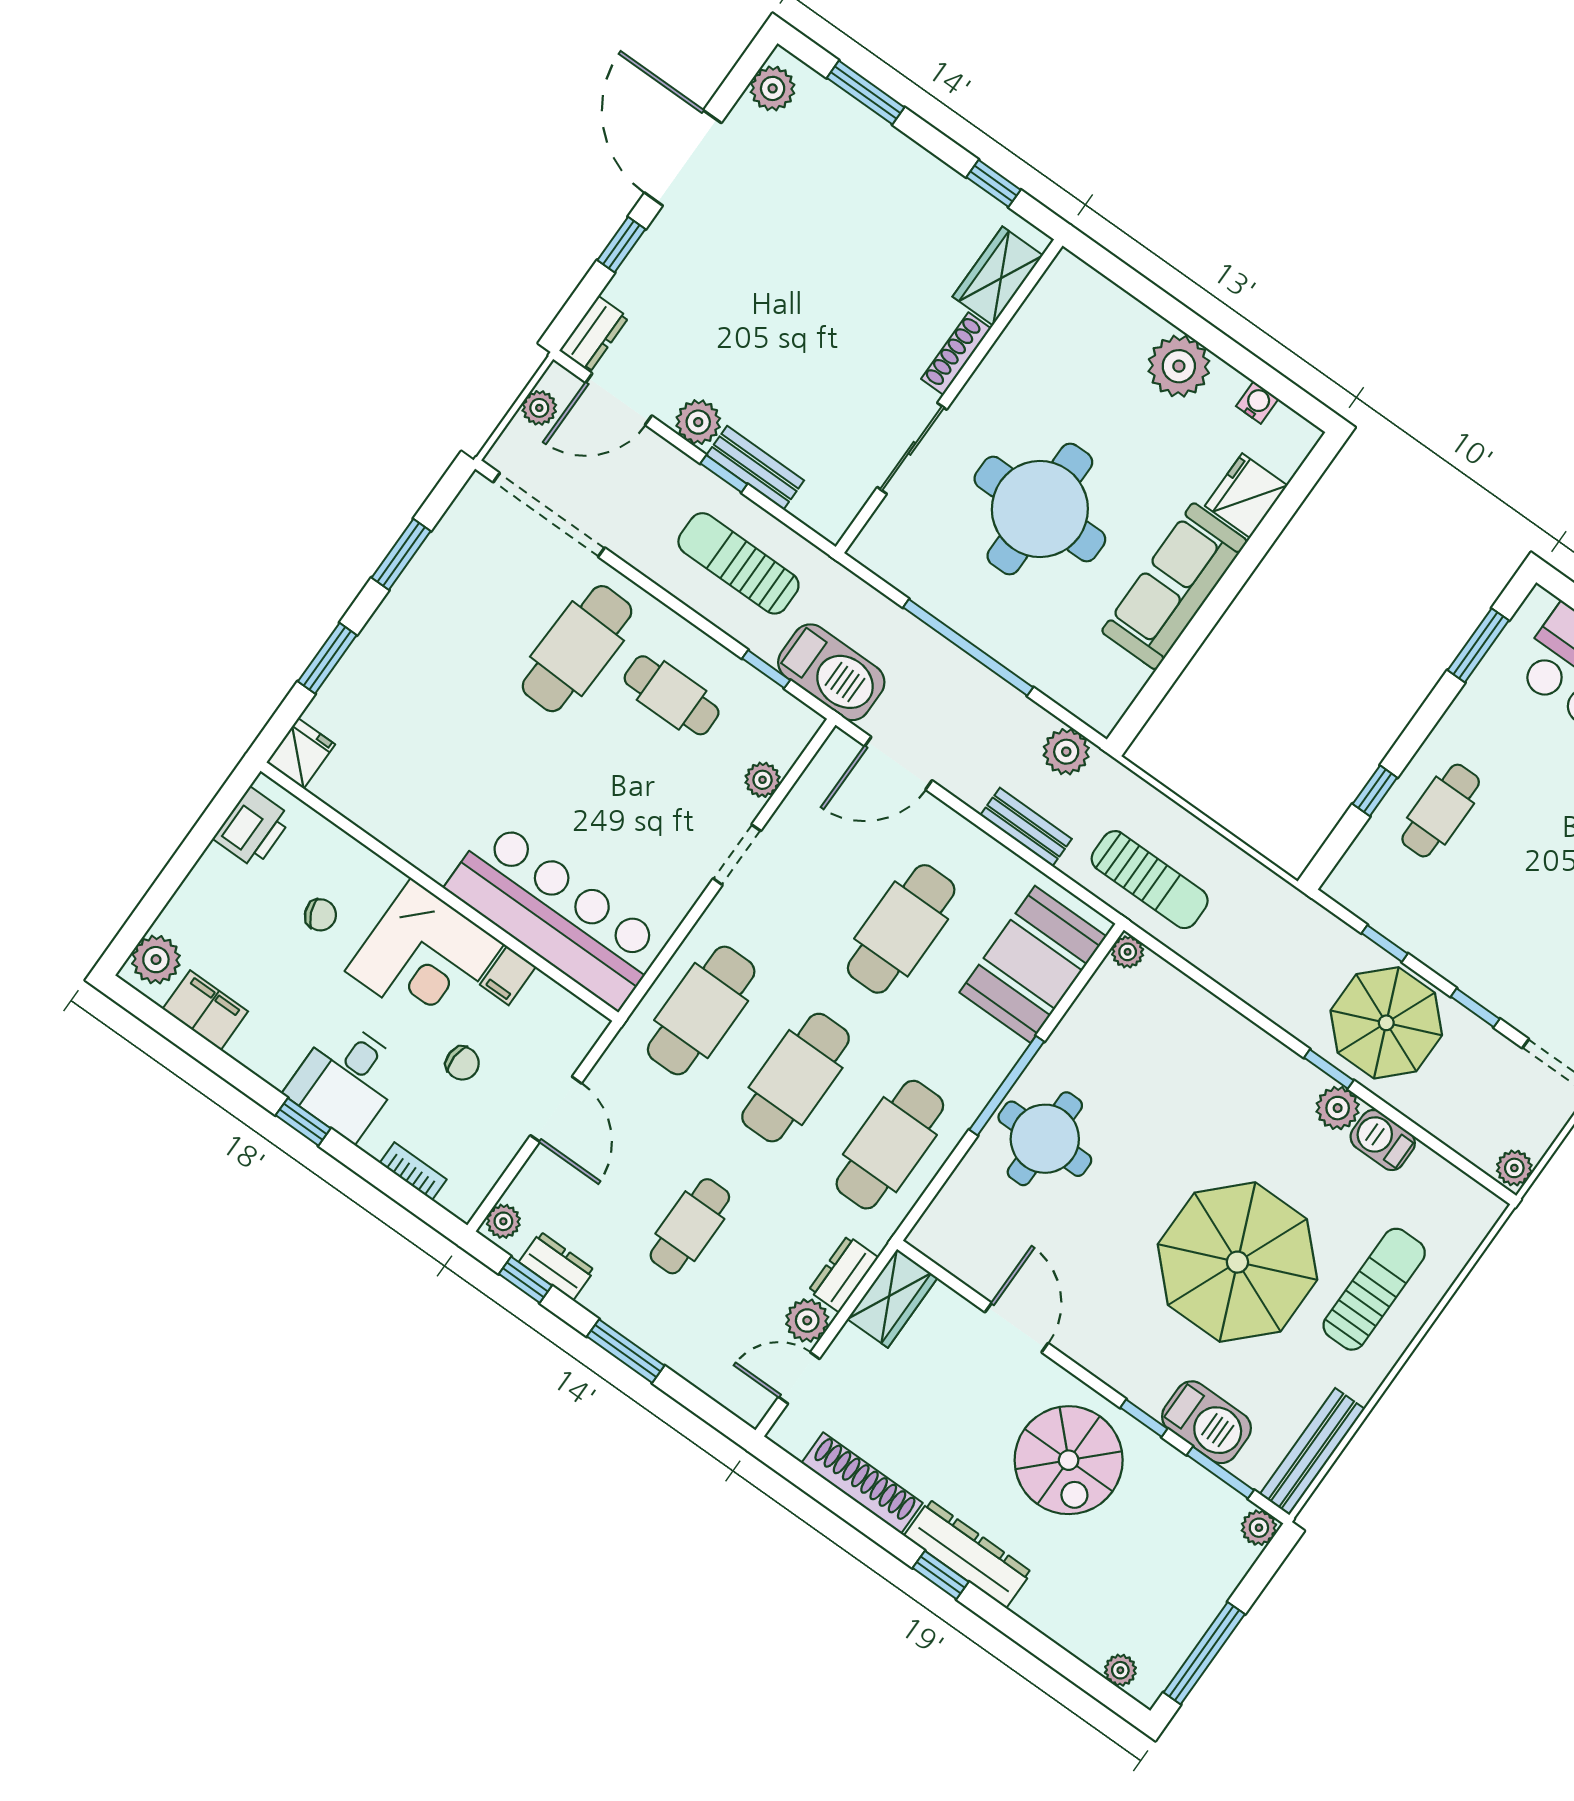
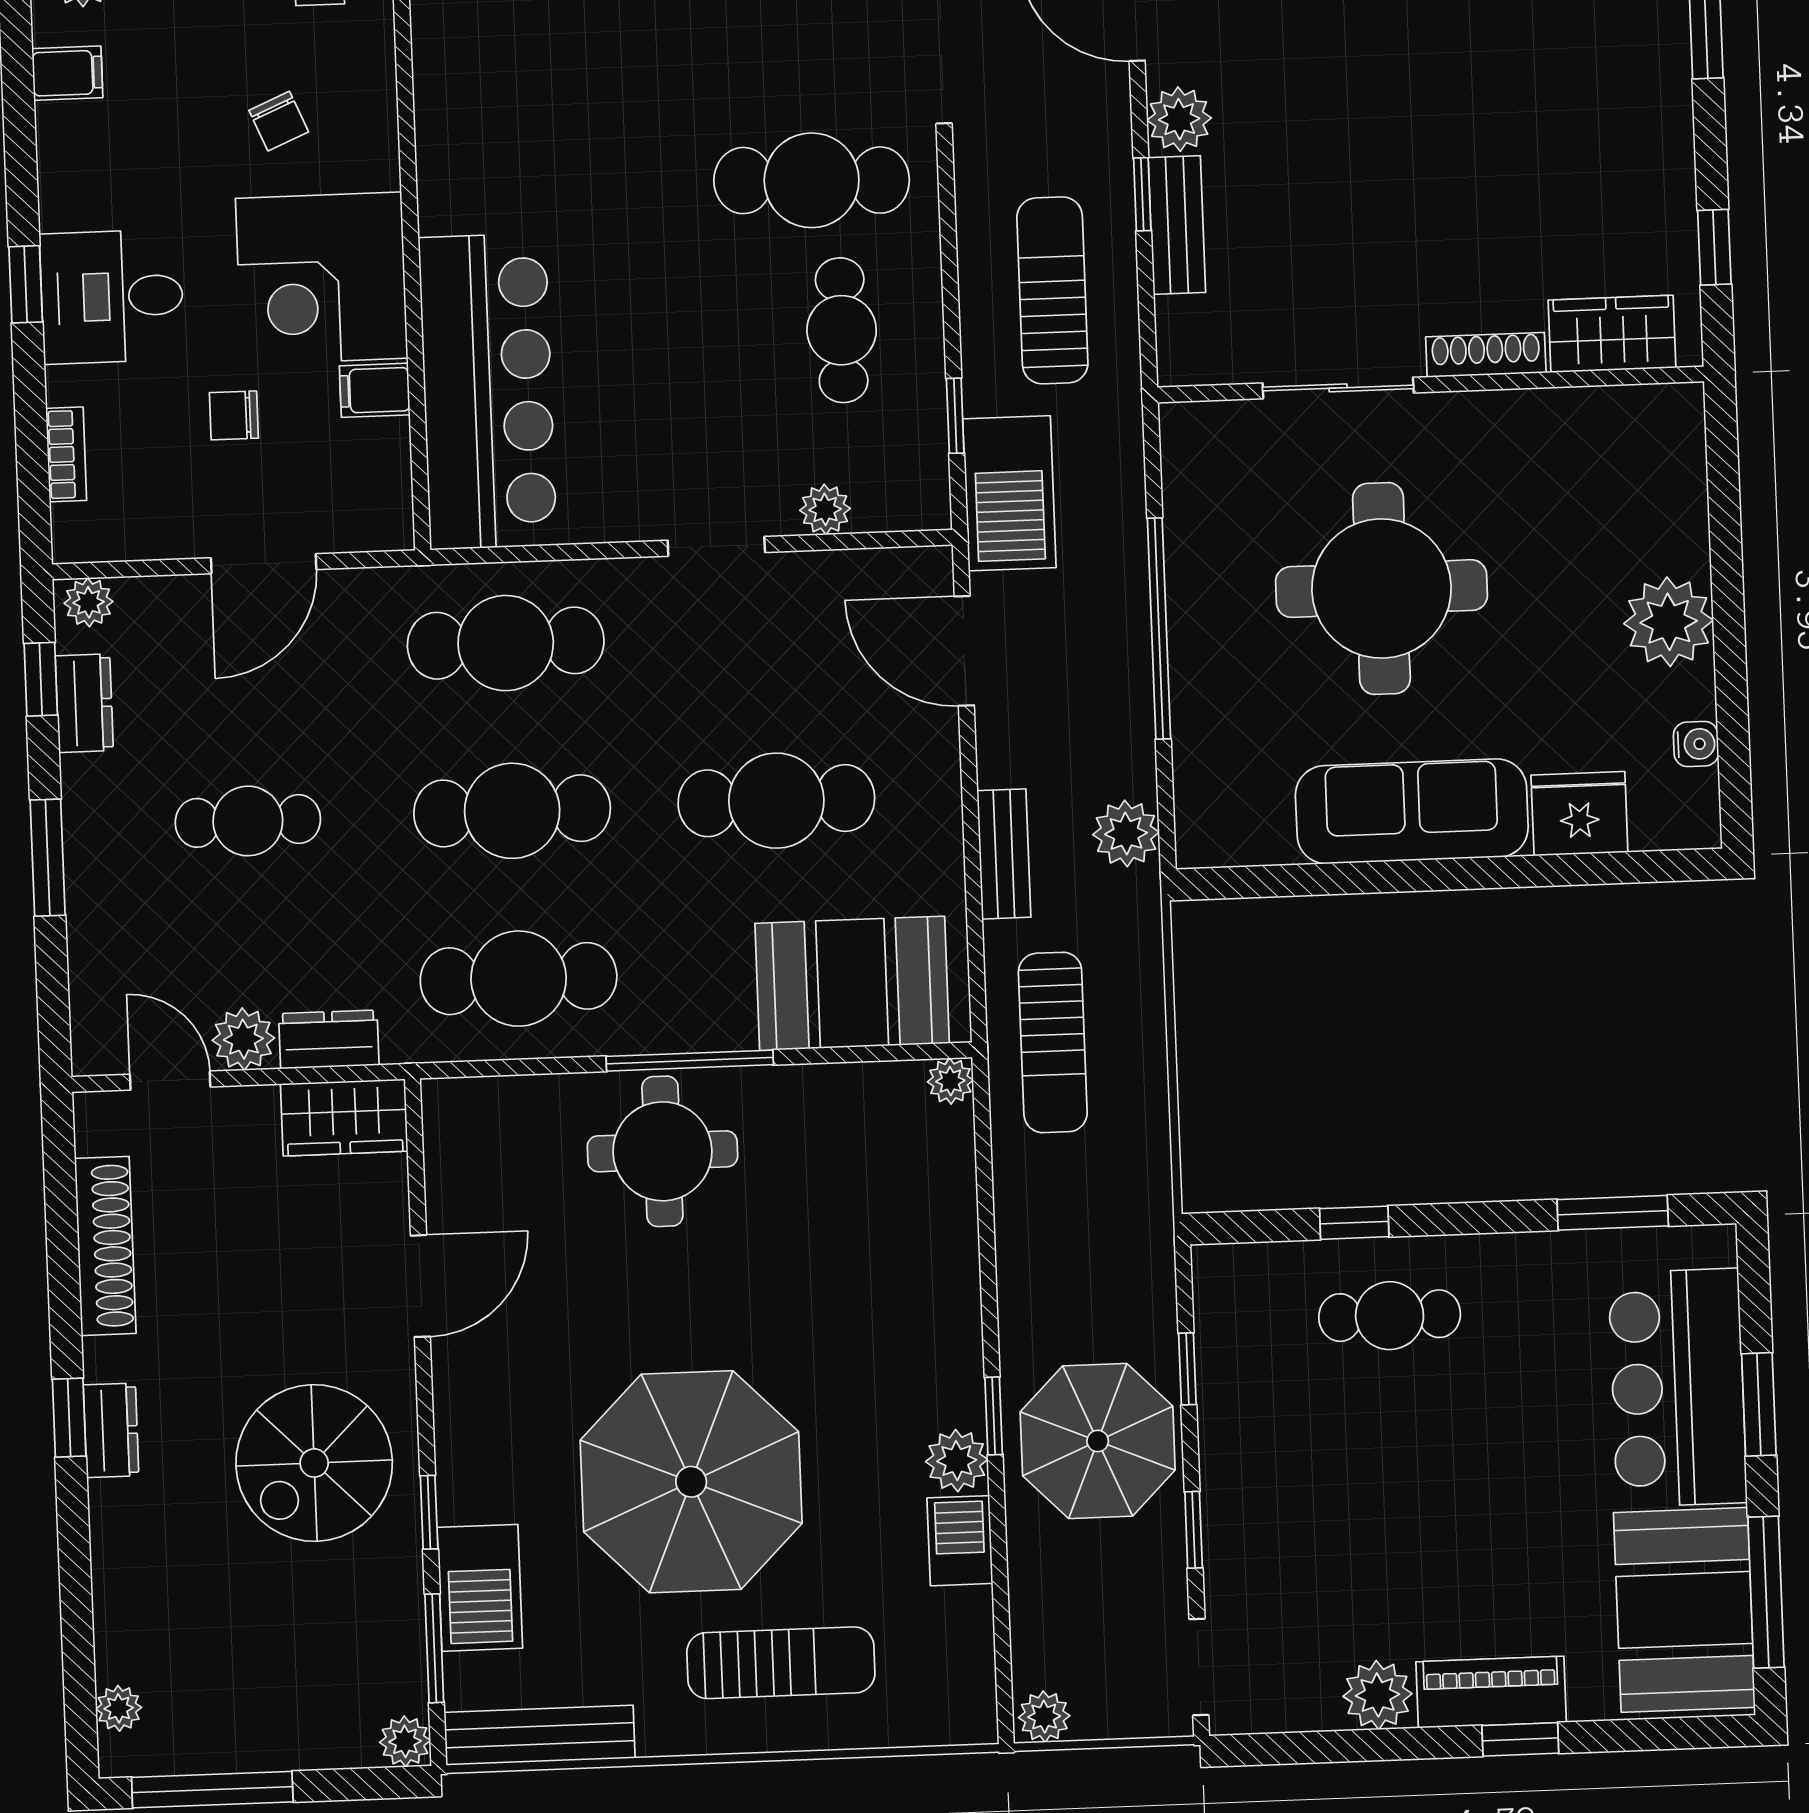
filing cabinet: (205, 1010) -> (67, 73), width x0.50
chair: (462, 1063) -> (234, 415), turned 87
dresser: (968, 1554) -> (111, 1430), width x0.51, depth x0.80

